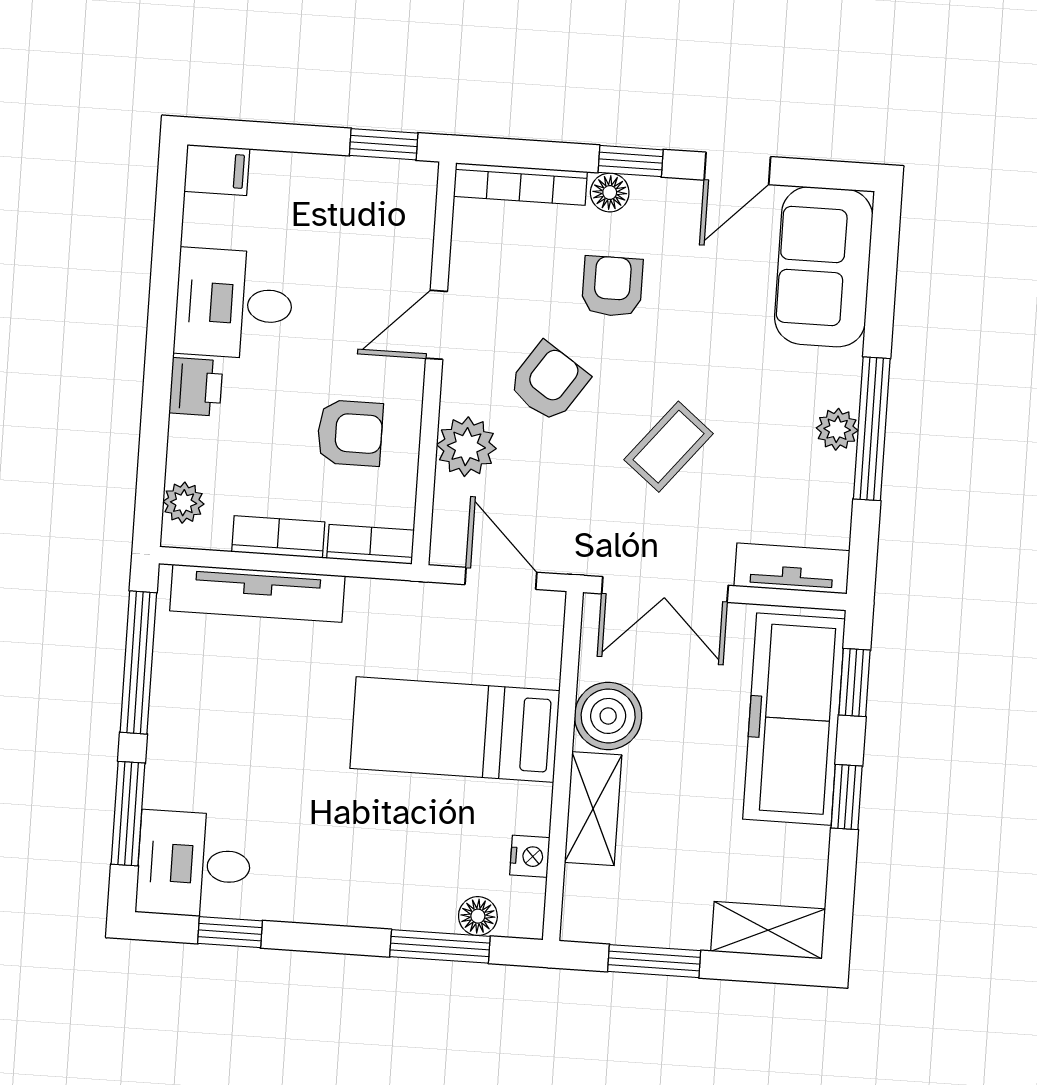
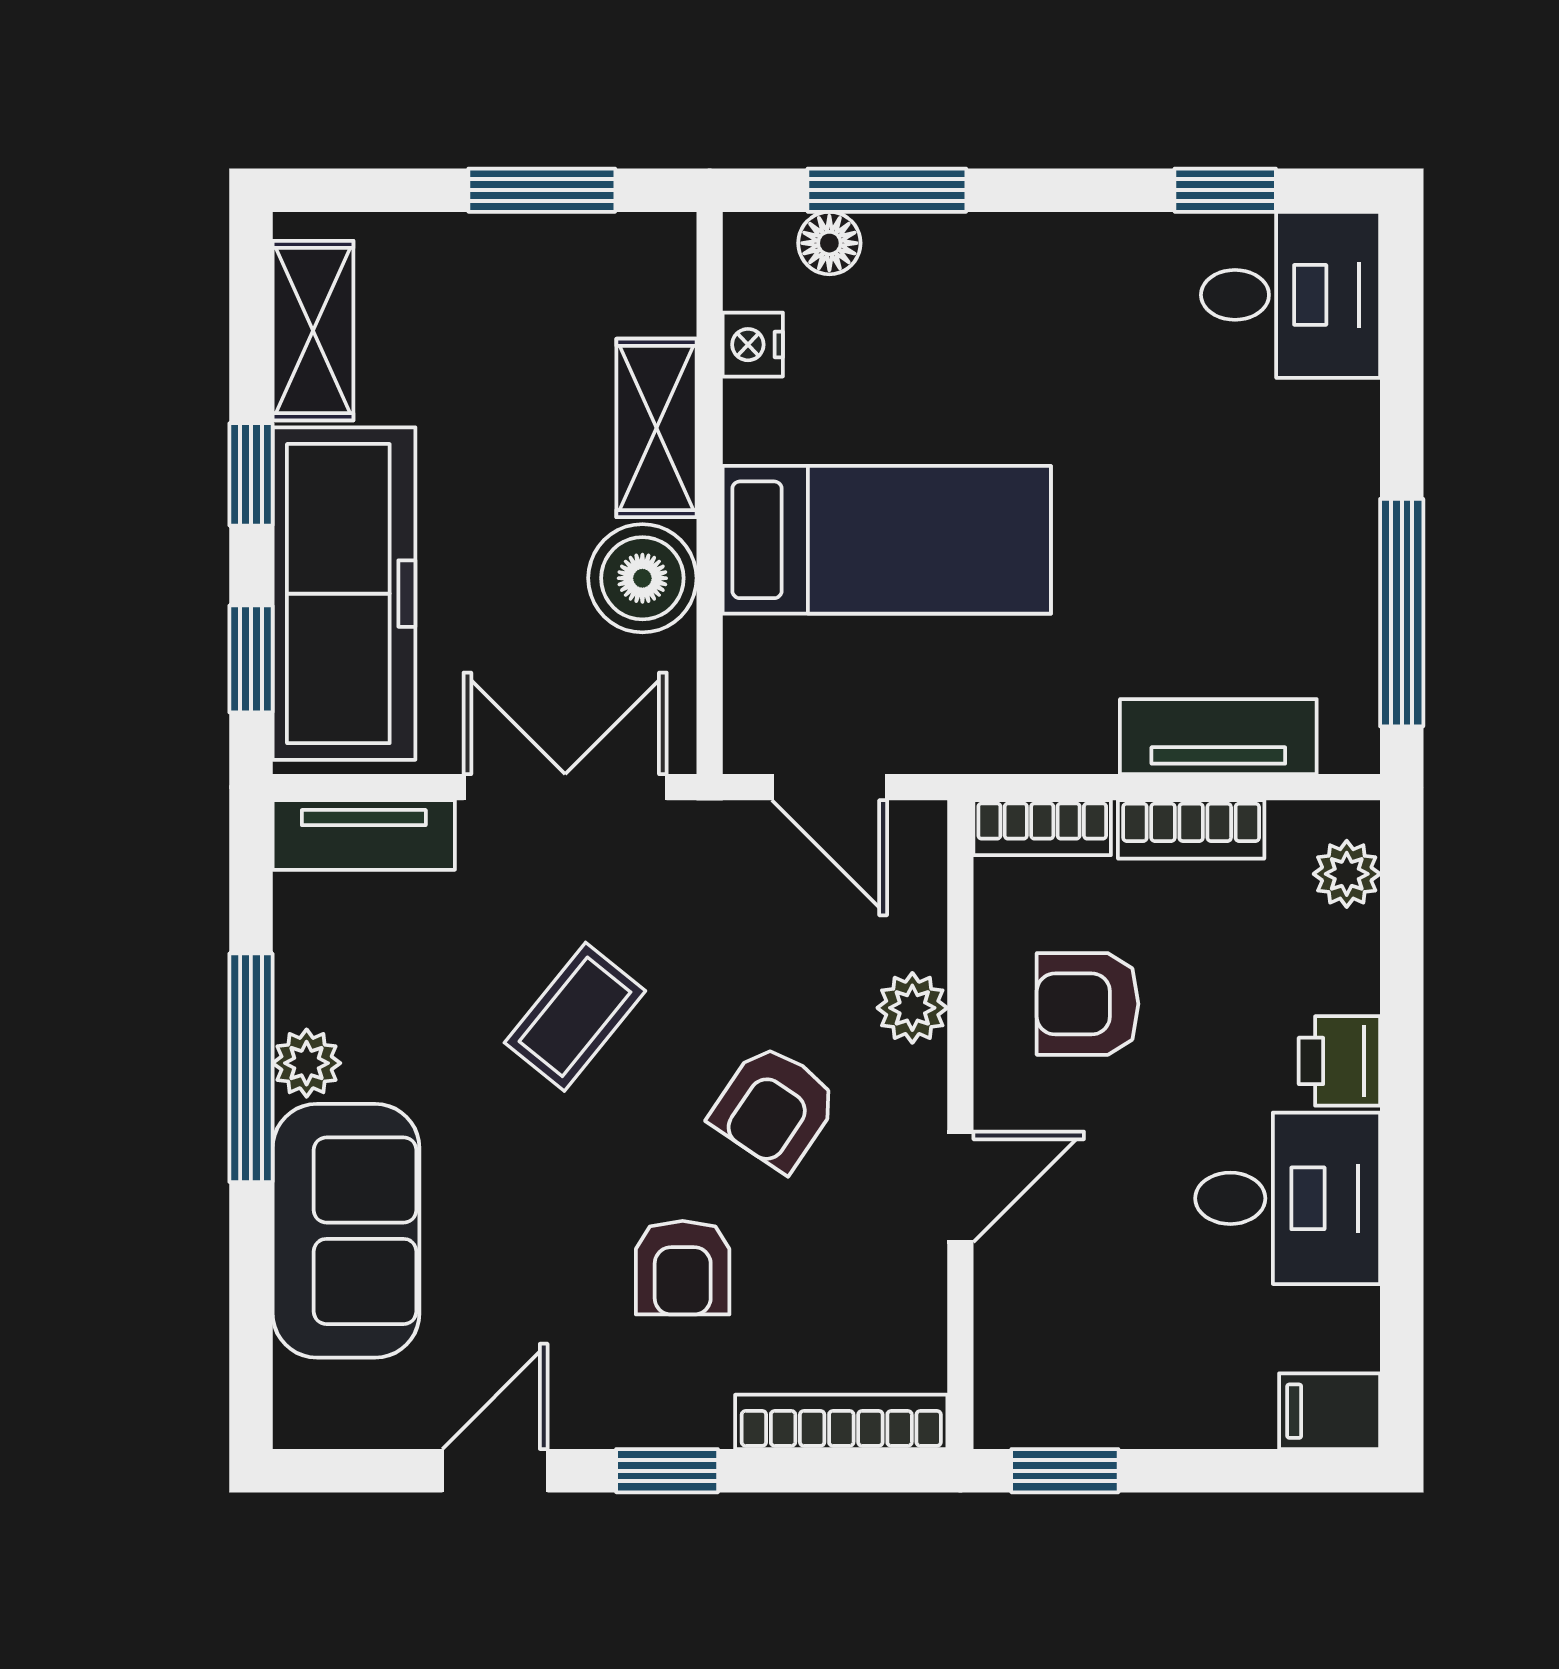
floor lamp: (610, 193) -> (697, 1418), removed
sofa: (824, 267) -> (346, 1231), moved
plant: (466, 447) -> (912, 1008), width x0.73, depth x0.73
tv unit: (257, 593) -> (1218, 737), width x0.71
window: (128, 814) -> (1402, 369), removed
shelving: (768, 930) -> (313, 331), moved, turned 90

